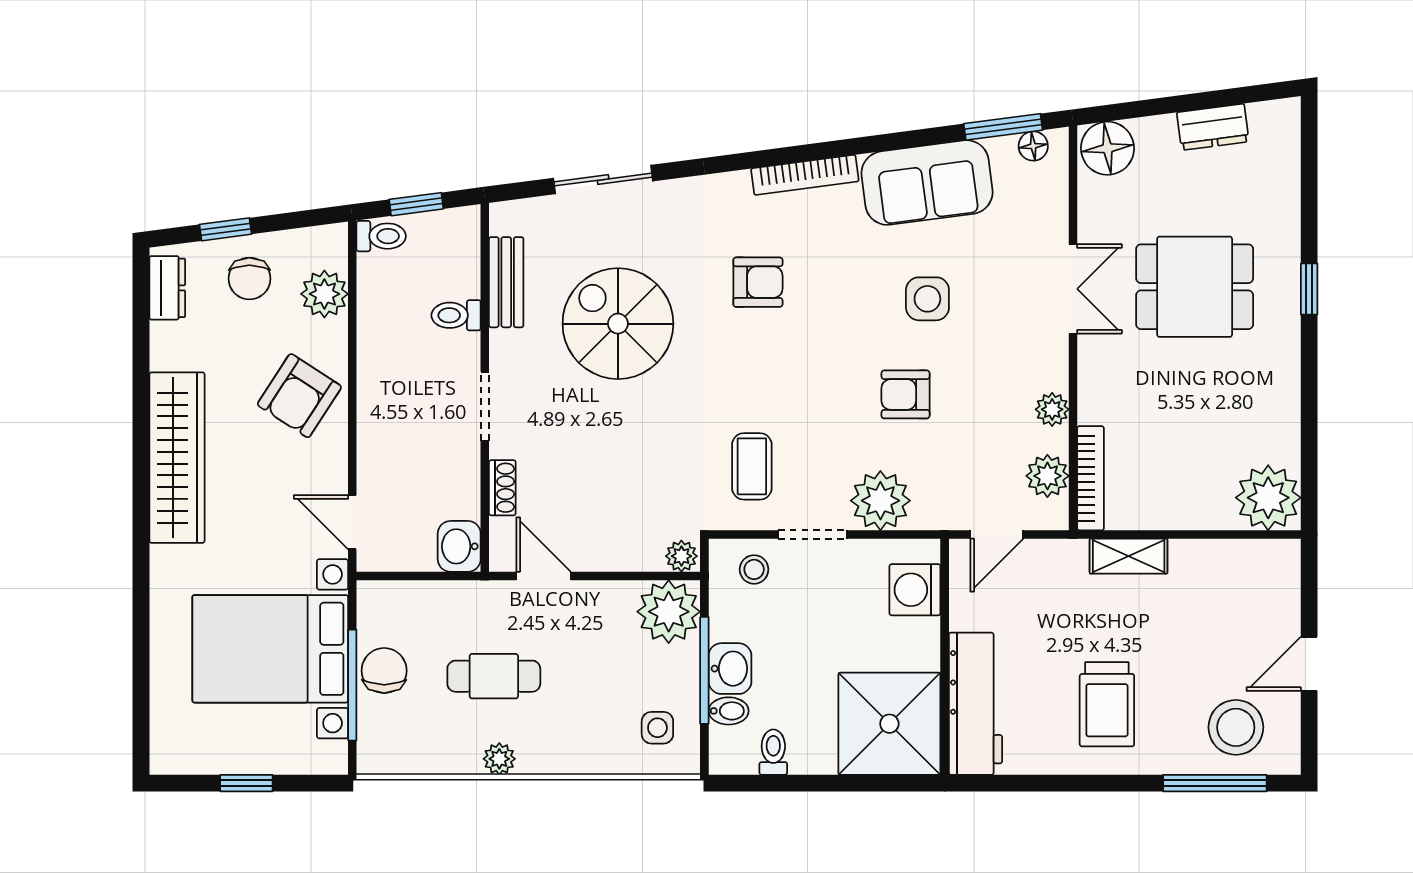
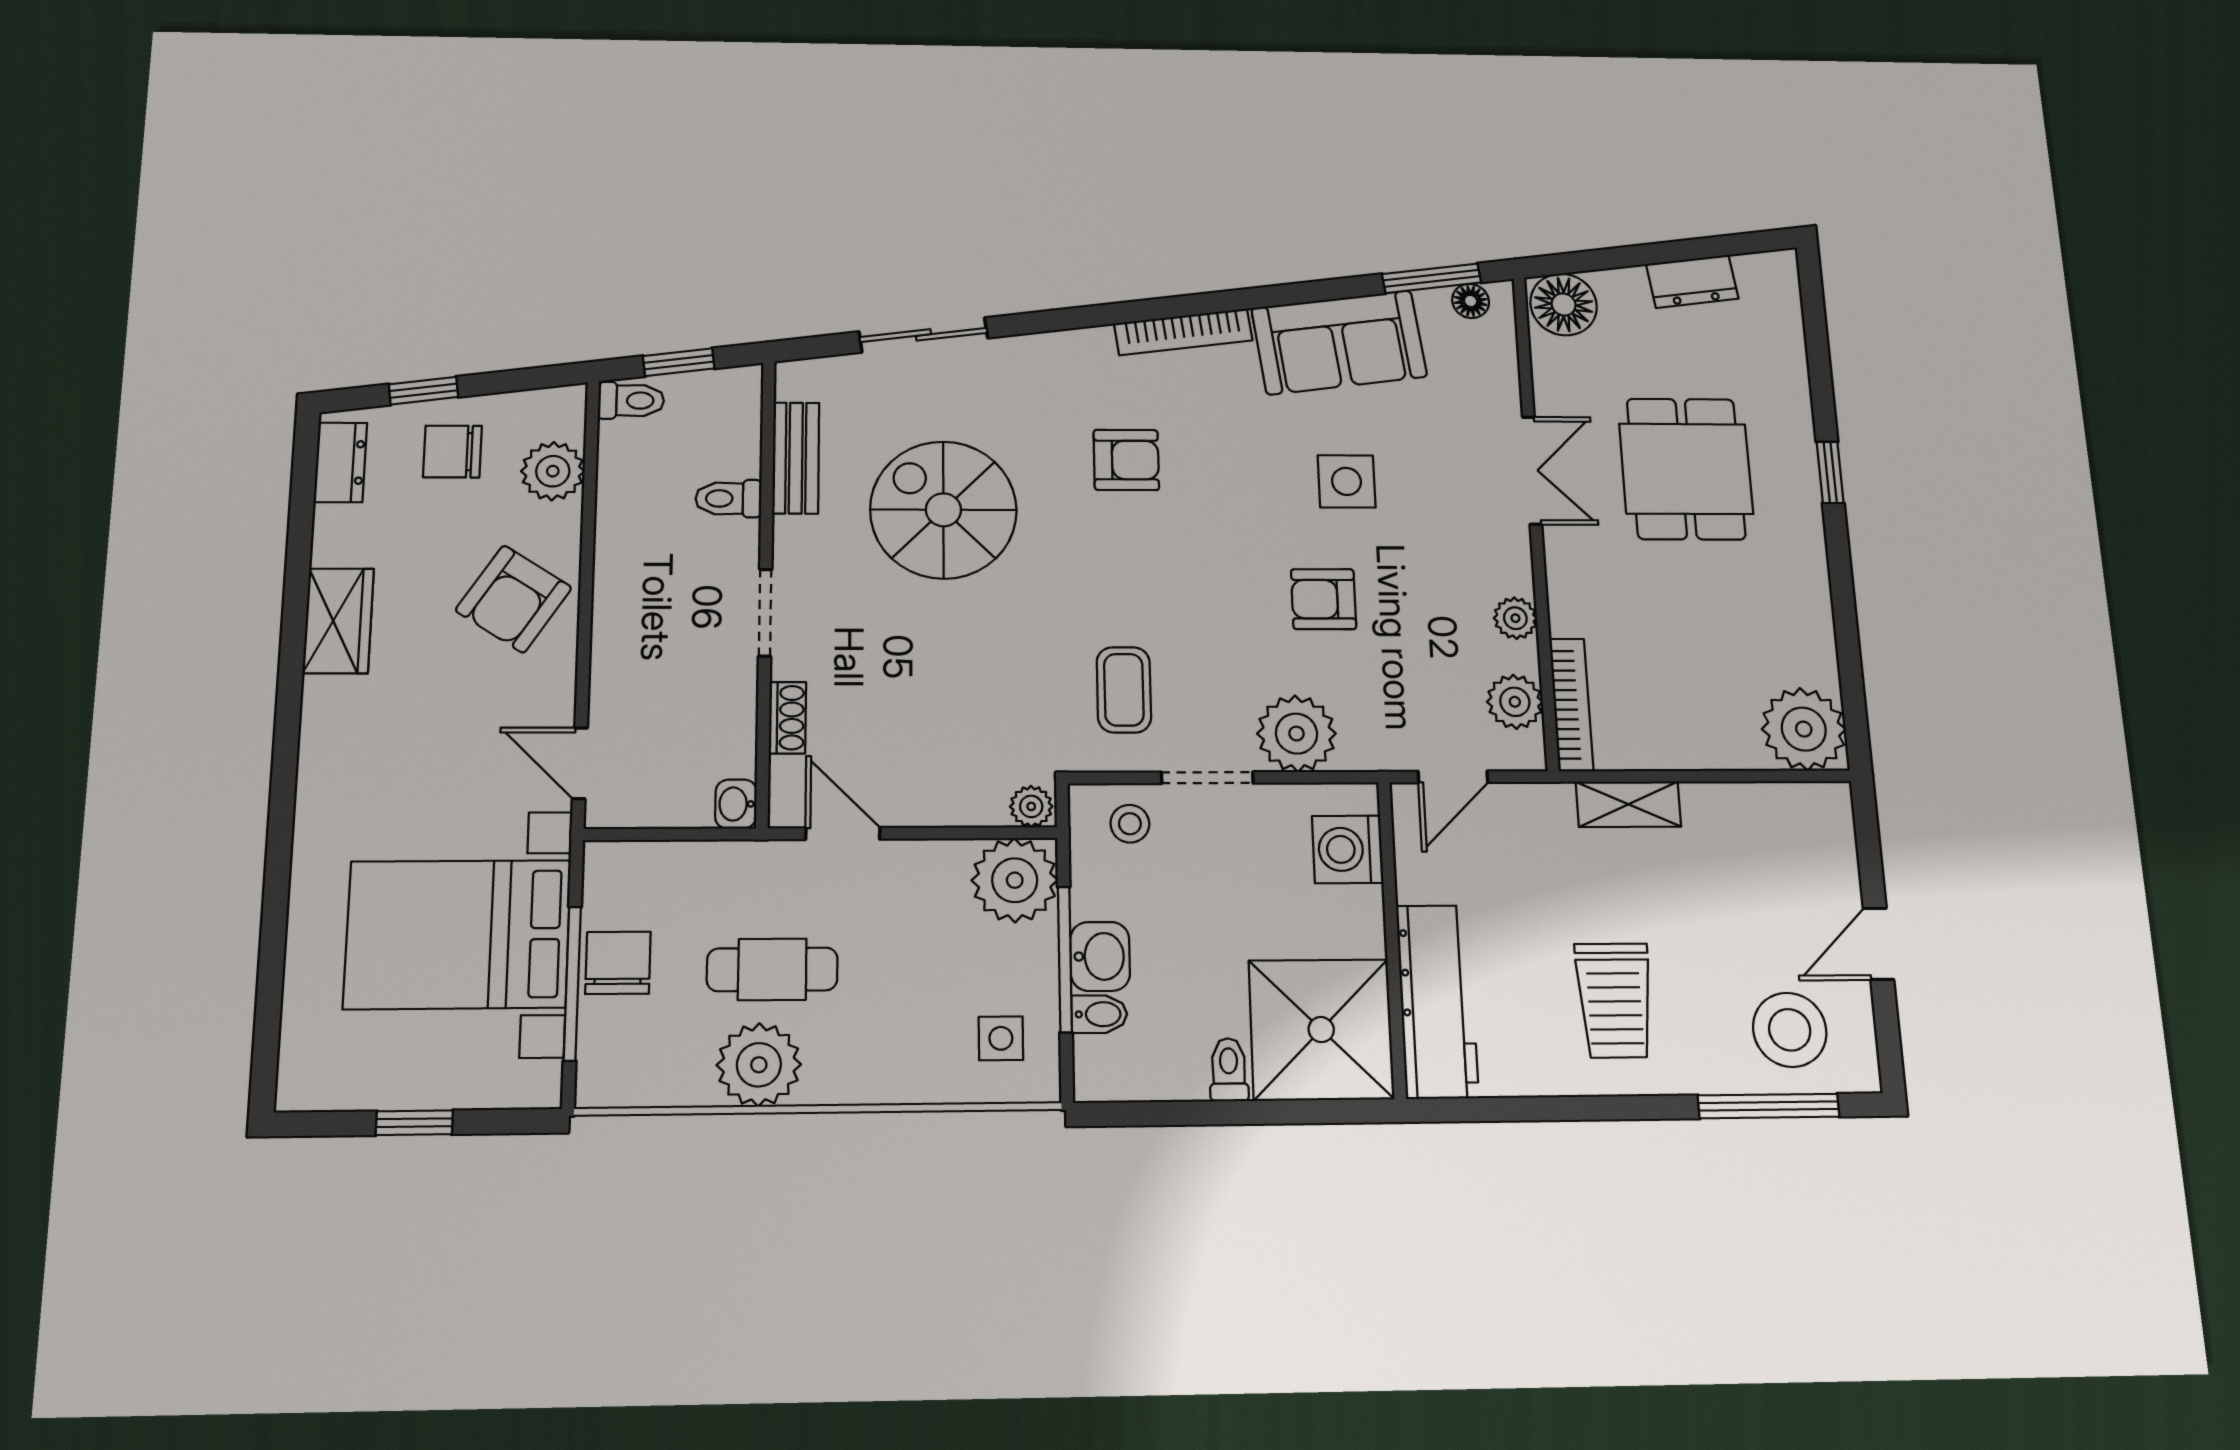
chair: (249, 279) -> (453, 452), turned 90
dining table: (1195, 287) -> (1686, 469), turned 90
wardrobe: (177, 458) -> (338, 621), width x0.48, depth x0.85
washbasin: (459, 546) -> (736, 804), width x0.72, depth x0.69
toilet: (773, 752) -> (1229, 1070), moved
plant: (499, 759) -> (759, 1065), width x1.87, depth x1.87

